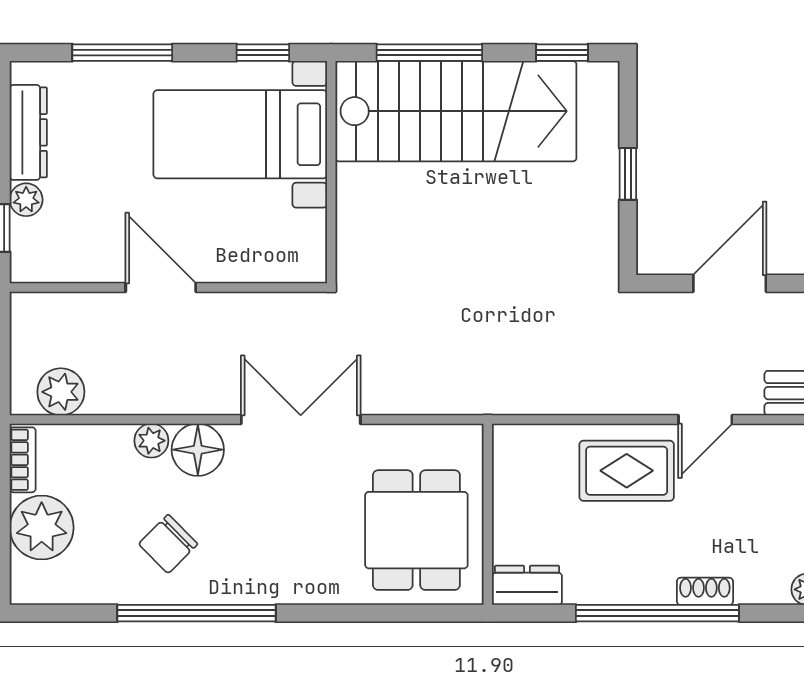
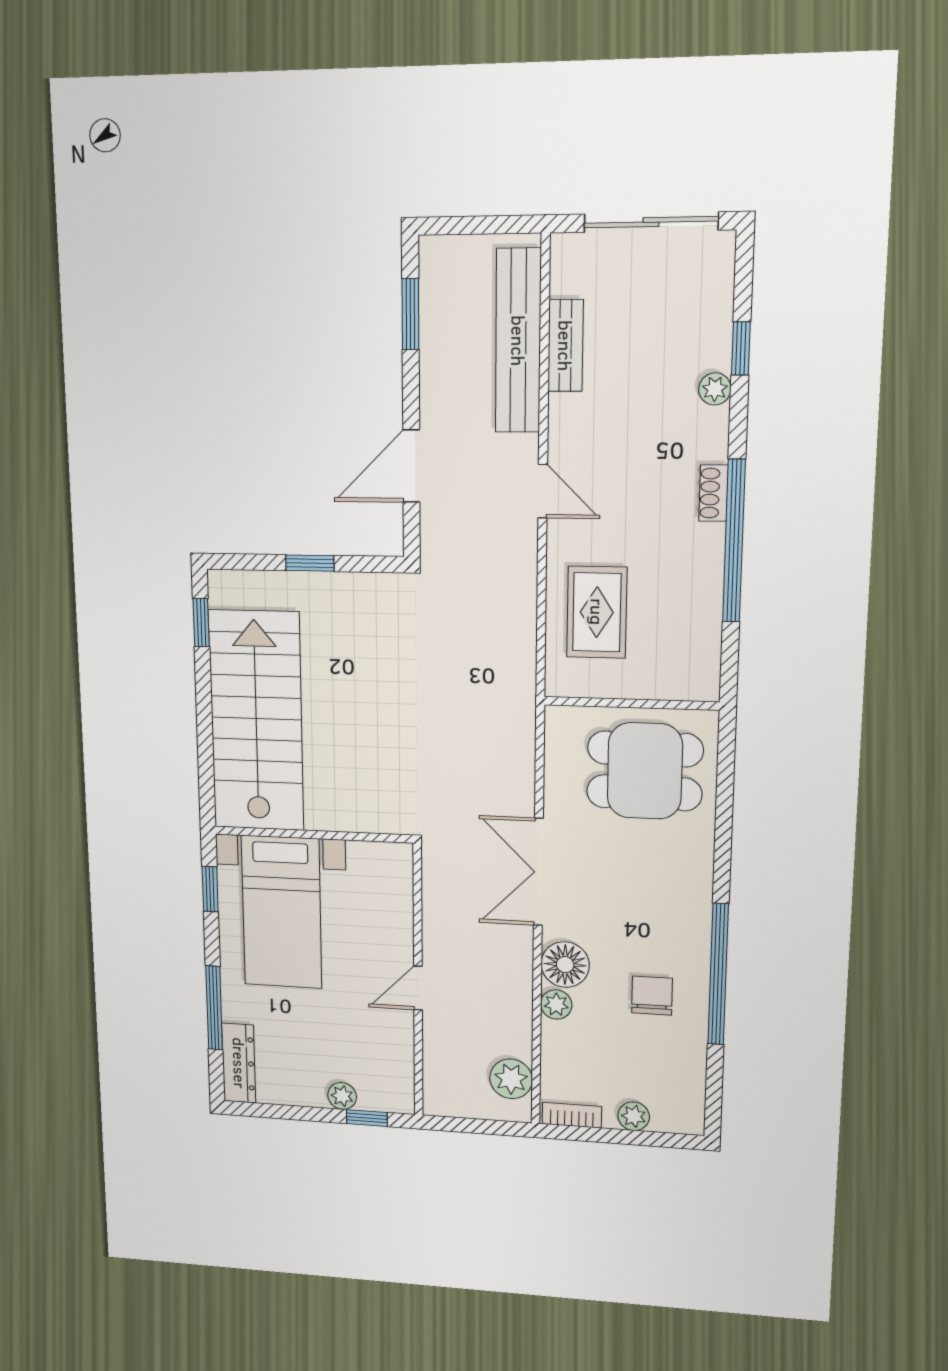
window: (429, 53) -> (205, 743), removed
dresser: (28, 132) -> (239, 1063), moved, turned 90
door: (730, 283) -> (411, 466), hinge flipped
door: (161, 288) -> (418, 988), width x0.73
rug: (627, 471) -> (597, 612), moved
plant: (42, 528) -> (634, 1116), width x0.53, depth x0.53
chair: (168, 544) -> (652, 996), turned -135
dresser: (527, 585) -> (702, 668), removed

